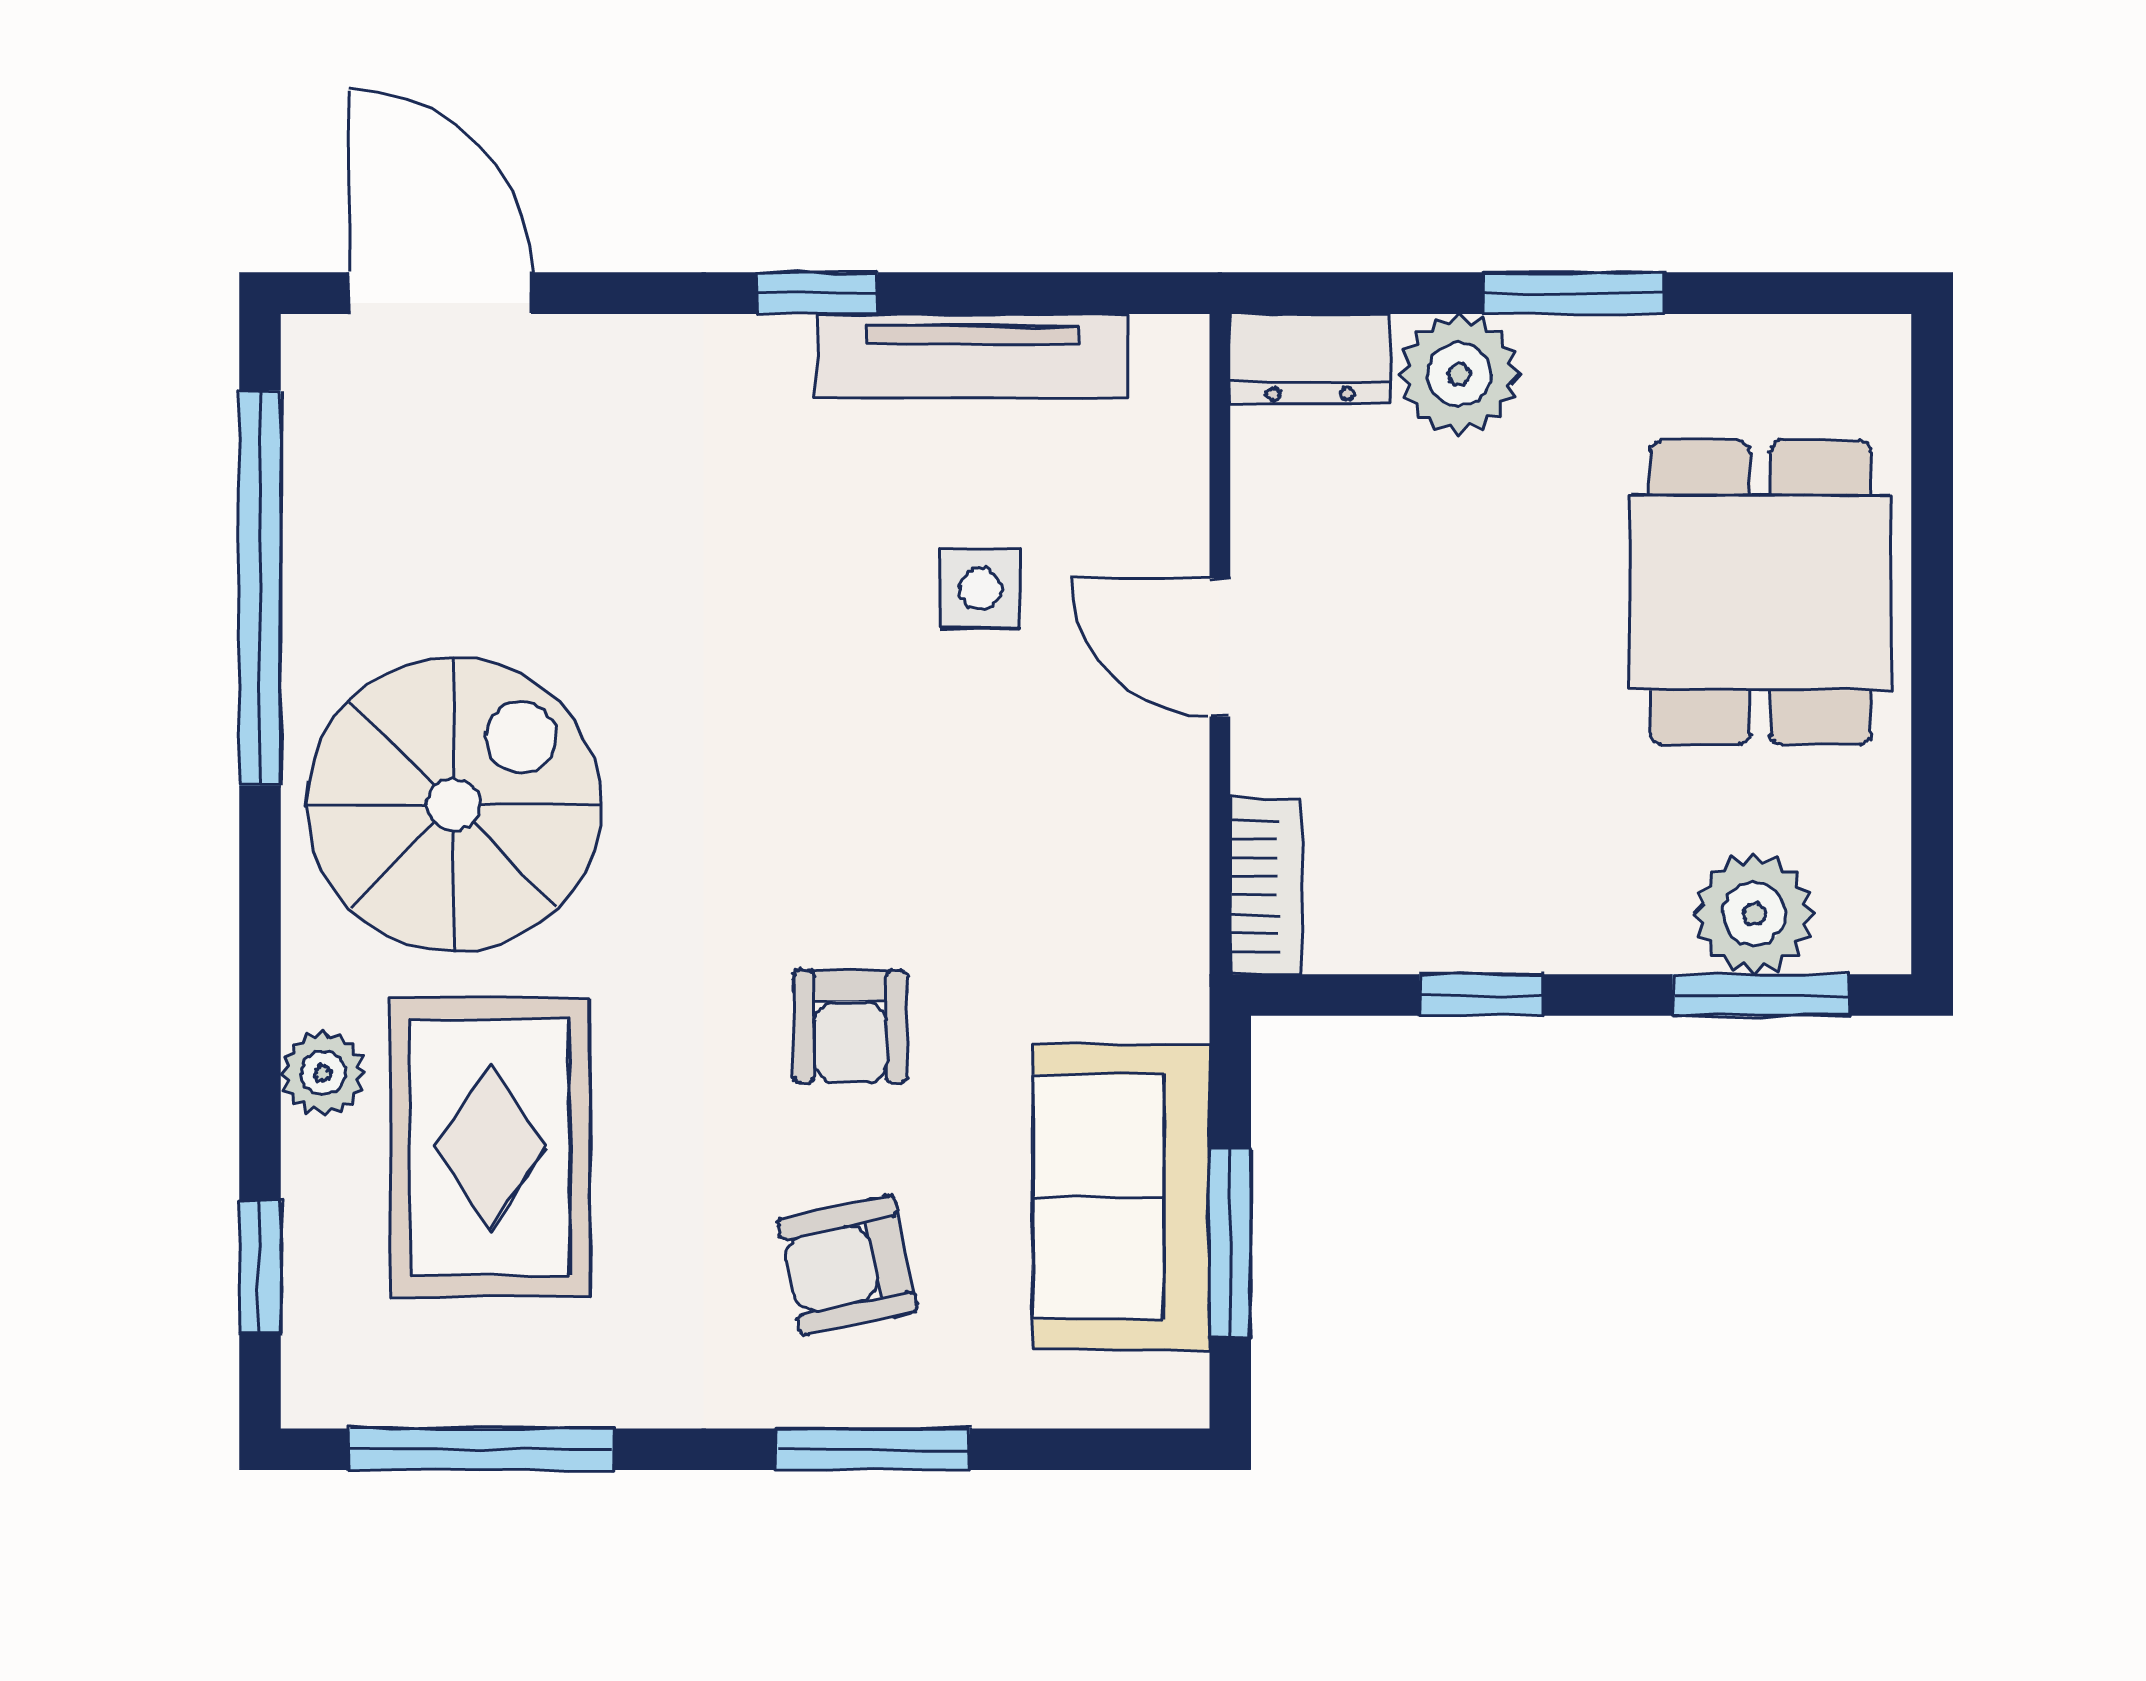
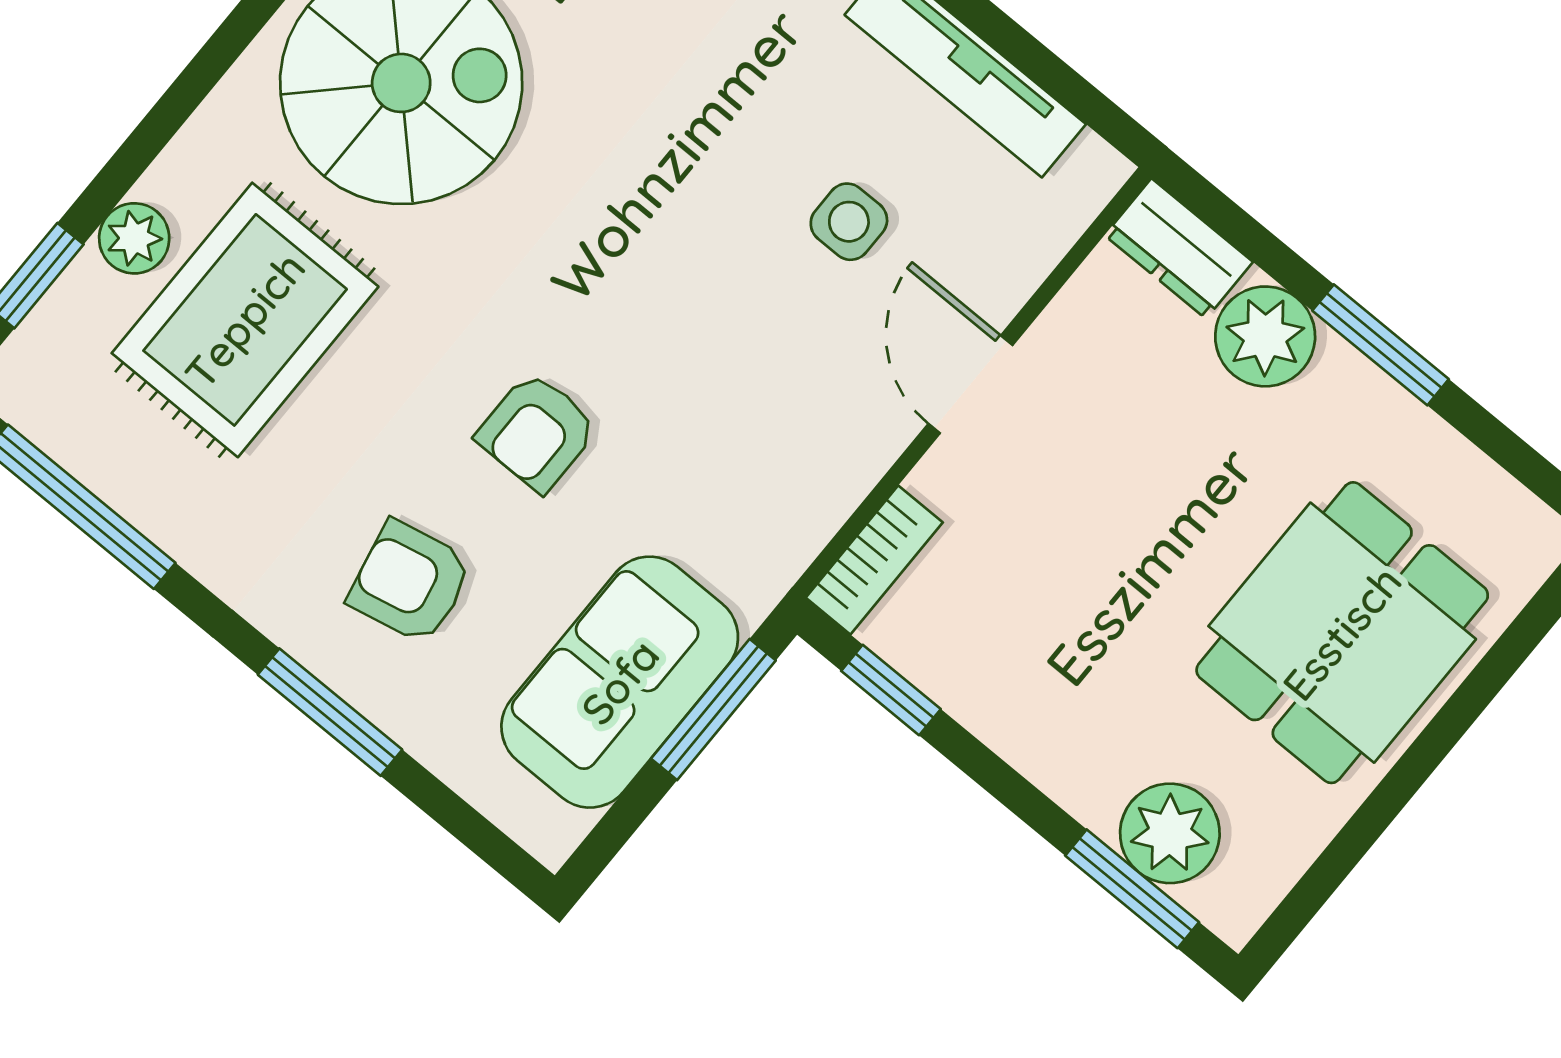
window: (1481, 995) -> (891, 690), moved
plant: (323, 1073) -> (134, 238), moved
window: (1230, 1243) -> (713, 710), moved

